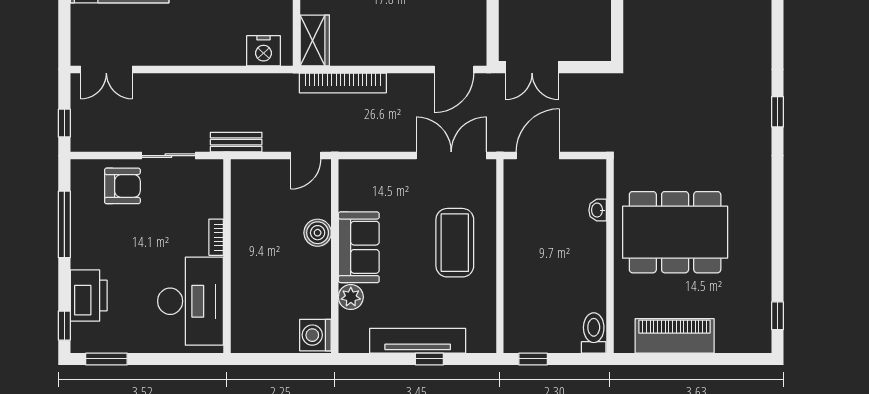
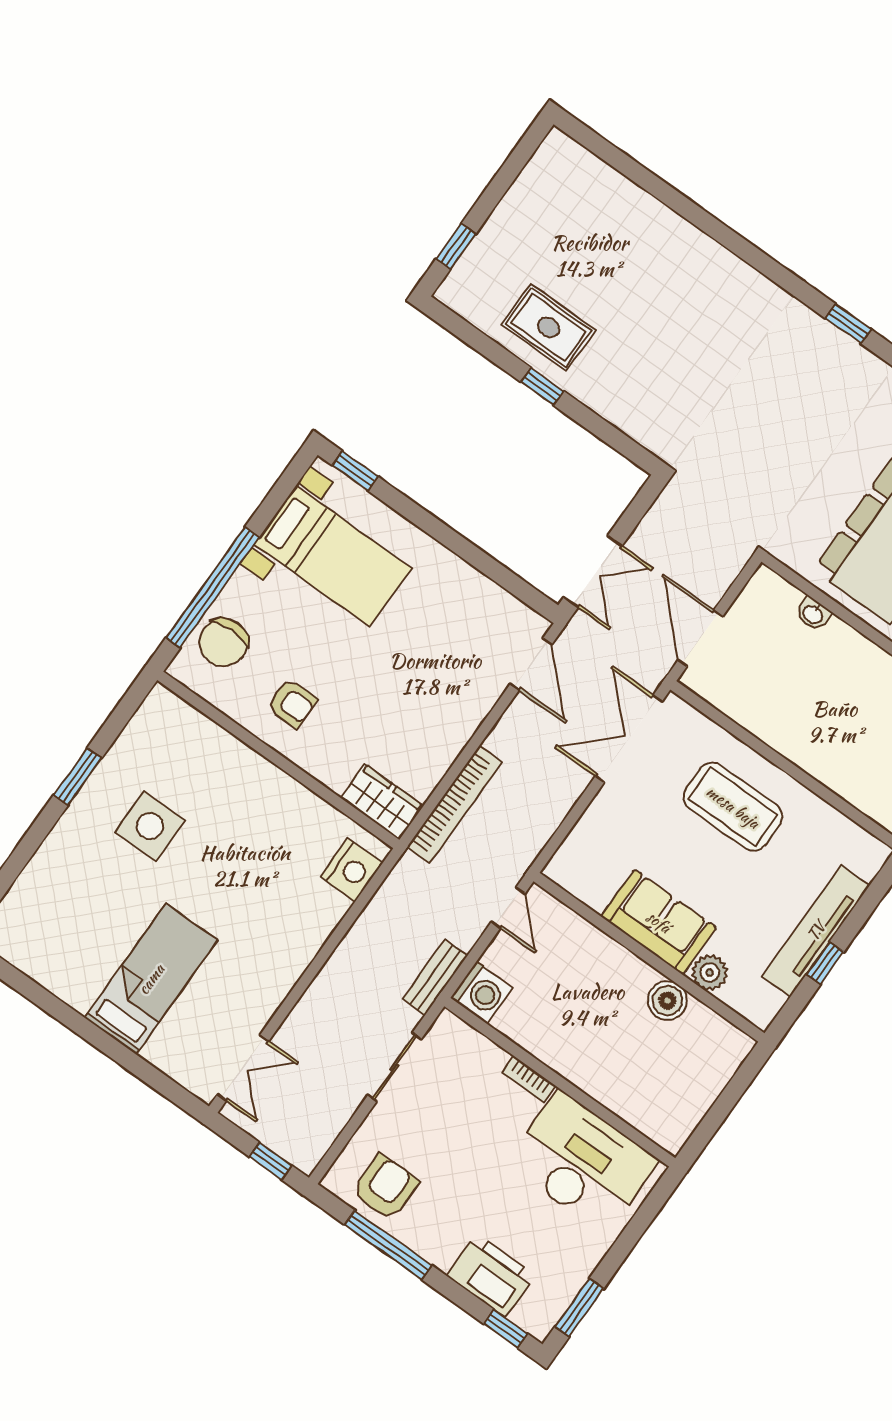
armchair: (122, 186) -> (385, 1187), moved
boiler: (318, 233) -> (667, 1001), moved
washing machine: (315, 335) -> (482, 993), moved, turned -90
window: (429, 359) -> (825, 963), moved

